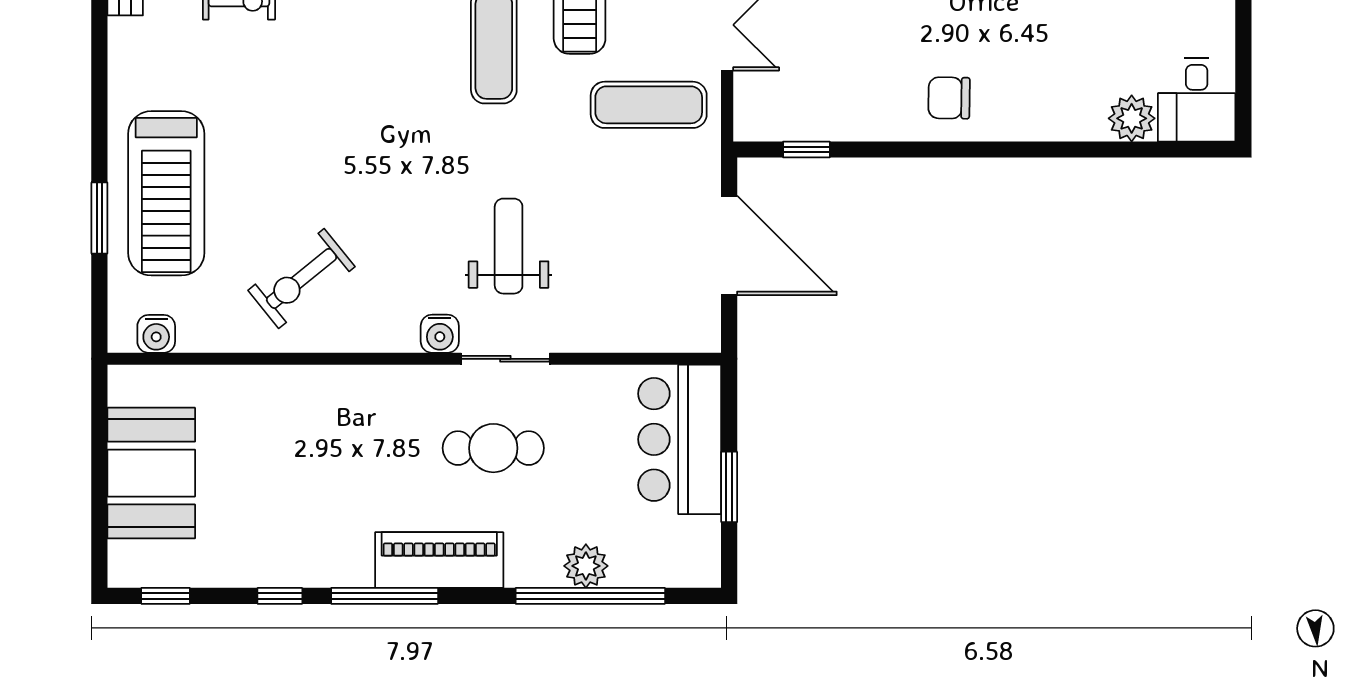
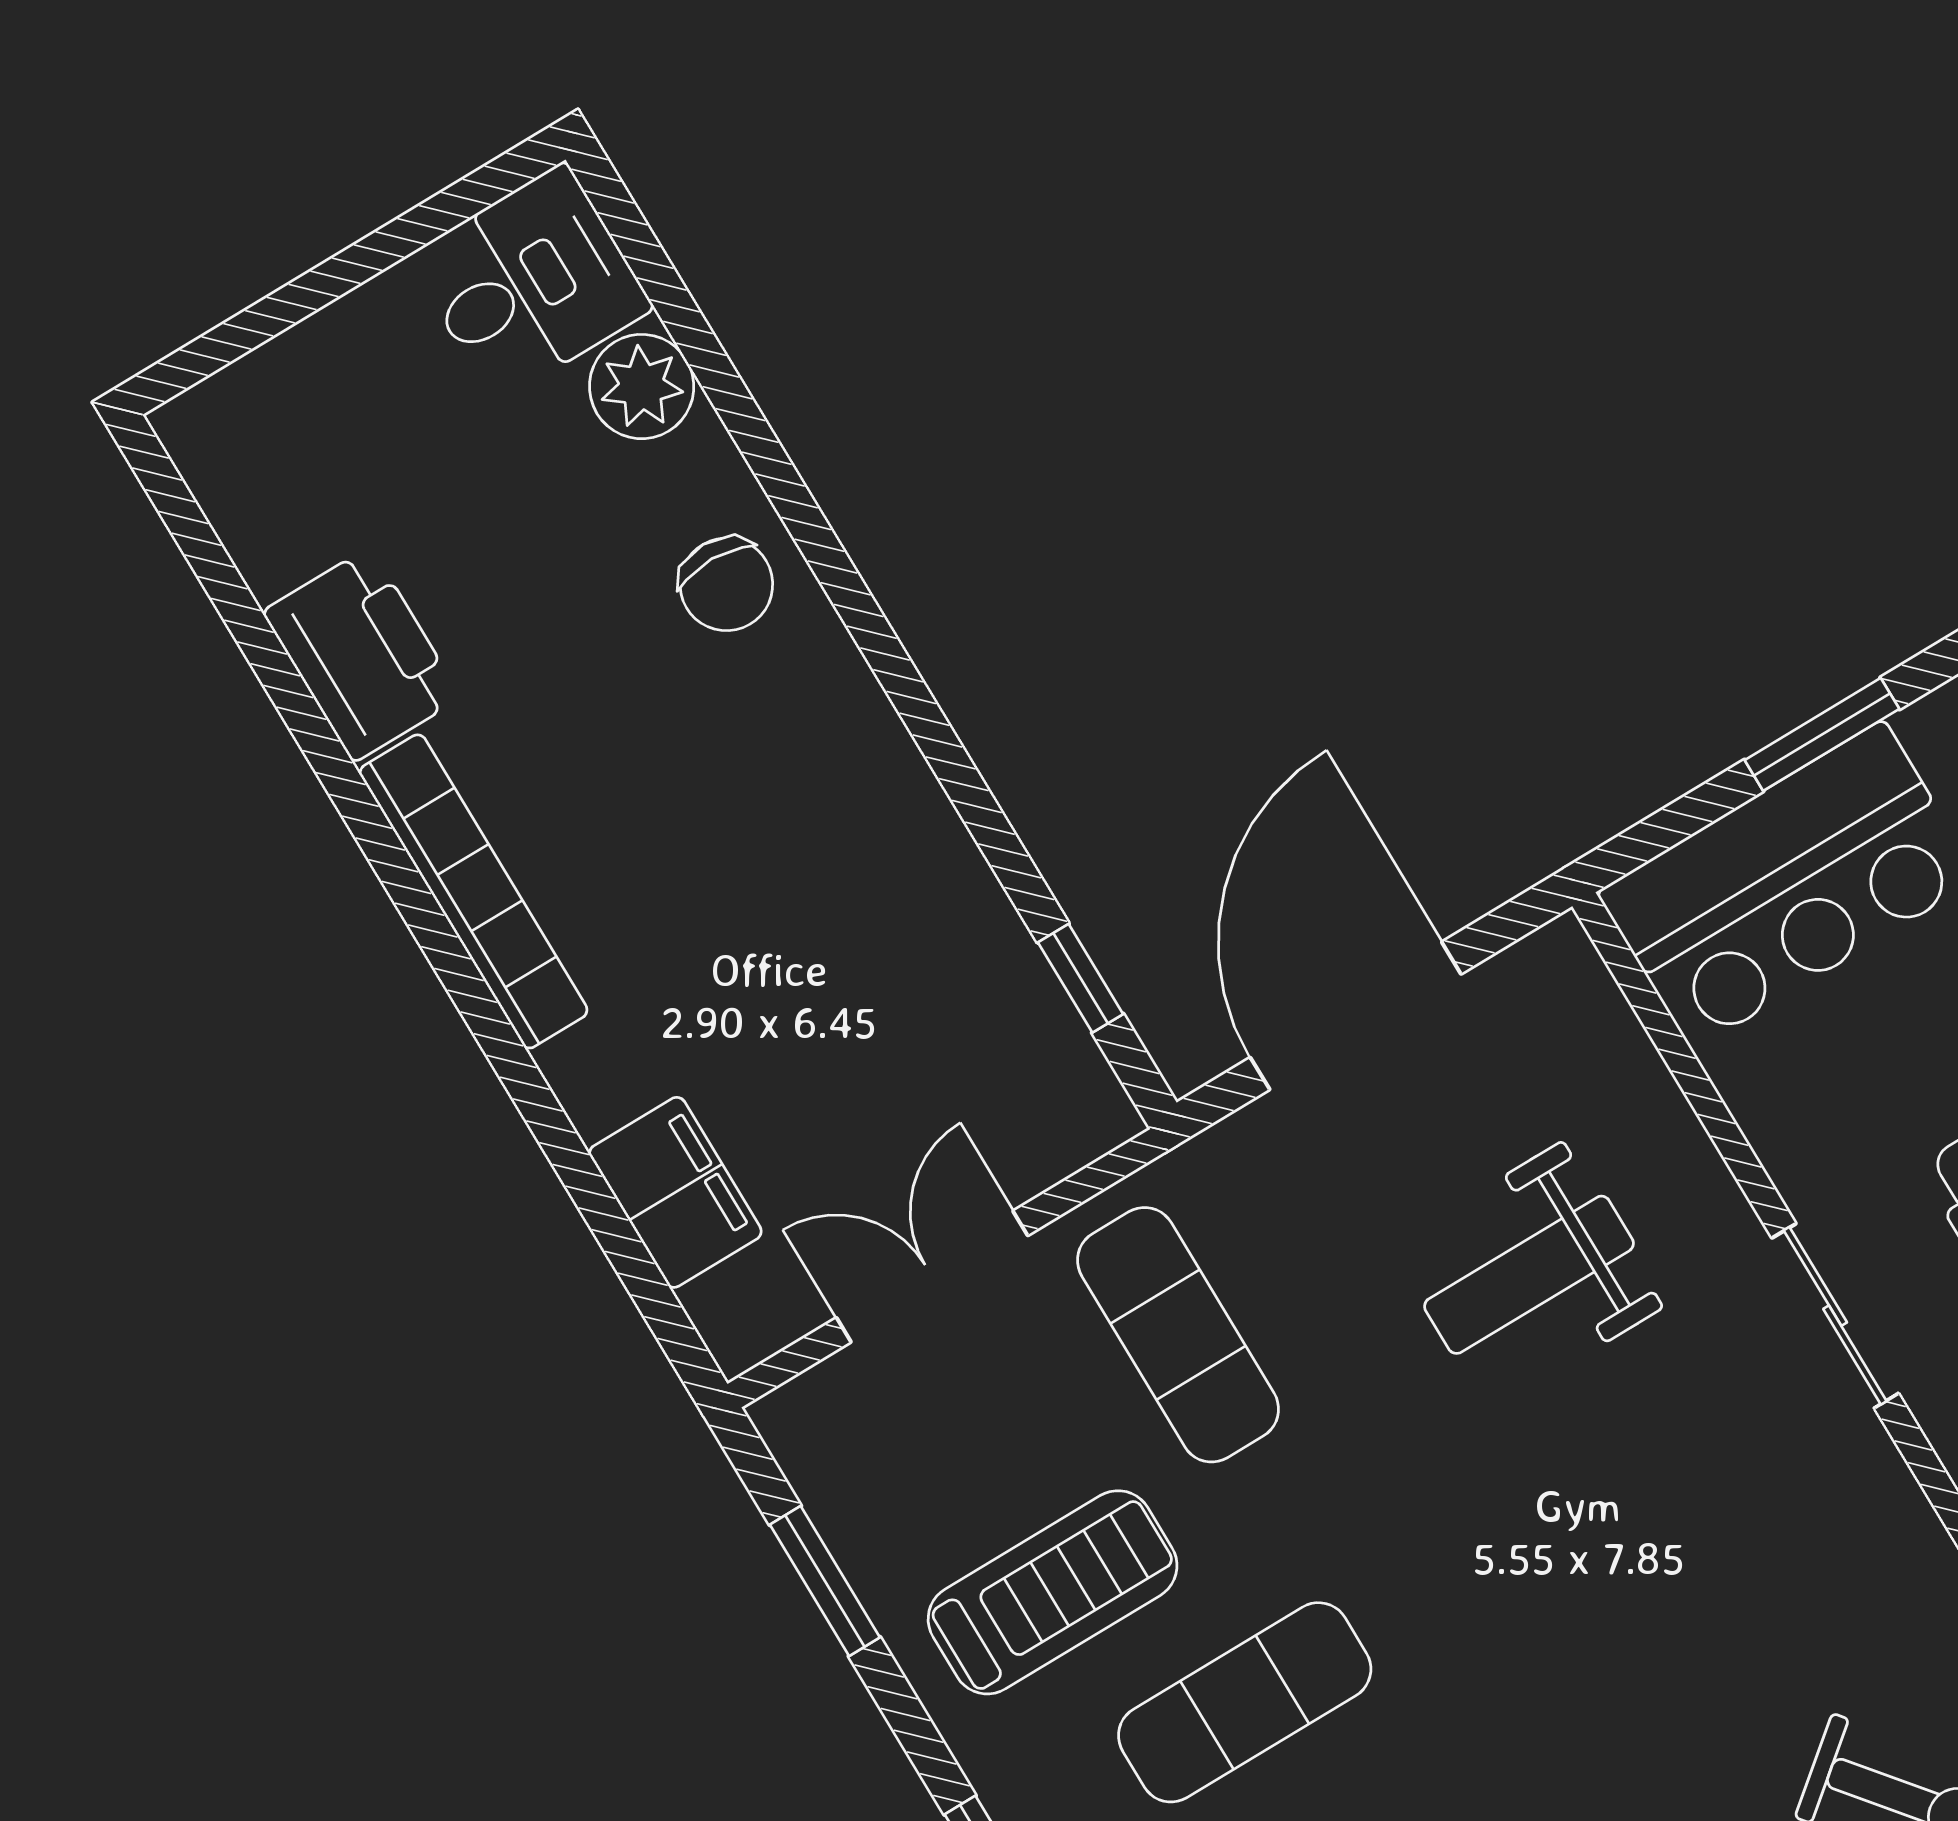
chair: (949, 98) -> (726, 584), moved
weight bench: (509, 246) -> (1529, 1275), moved
water cooler: (440, 334) -> (1863, 1471), removed

